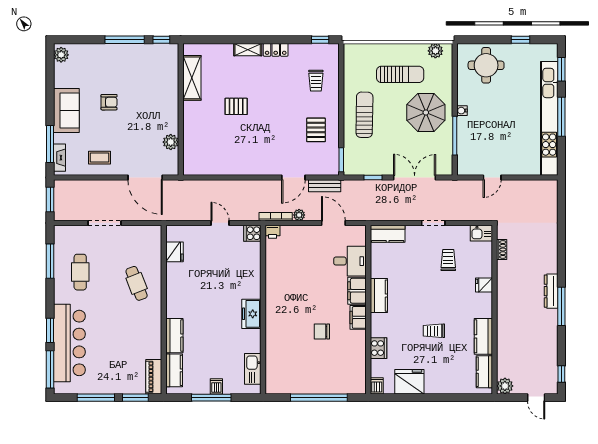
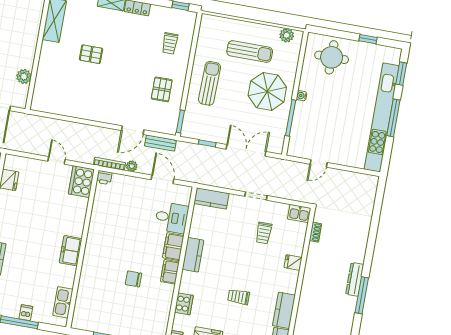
cooker: (252, 233) -> (81, 182), width x1.87, depth x1.31
trolley: (448, 260) -> (264, 233), turned 180

